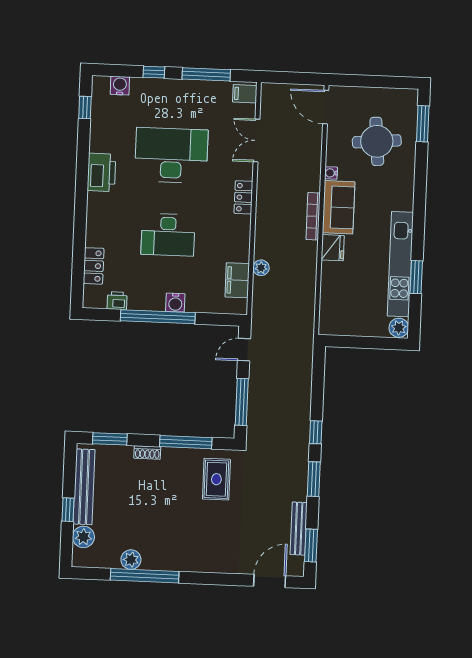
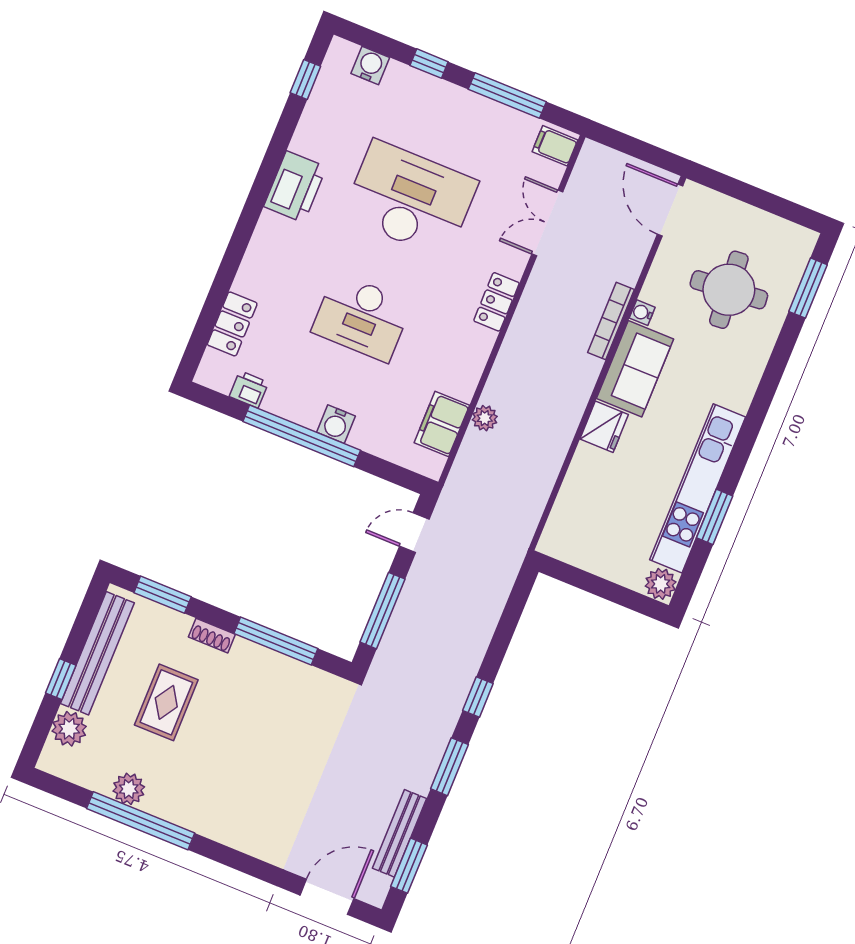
bookcase: (313, 216) -> (611, 321), moved
rug: (216, 479) -> (166, 702), moved

